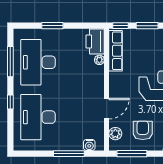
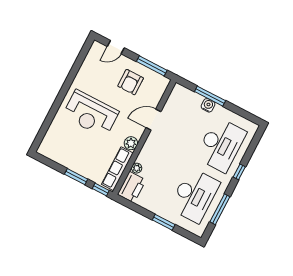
plant: (115, 134) -> (131, 143), moved
water cooler: (89, 145) -> (208, 105), moved

